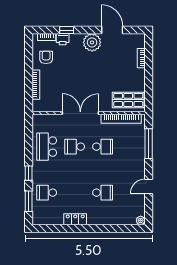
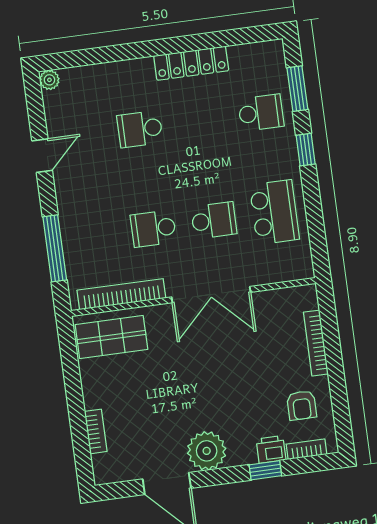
locker: (75, 219) -> (191, 63), width x1.53

